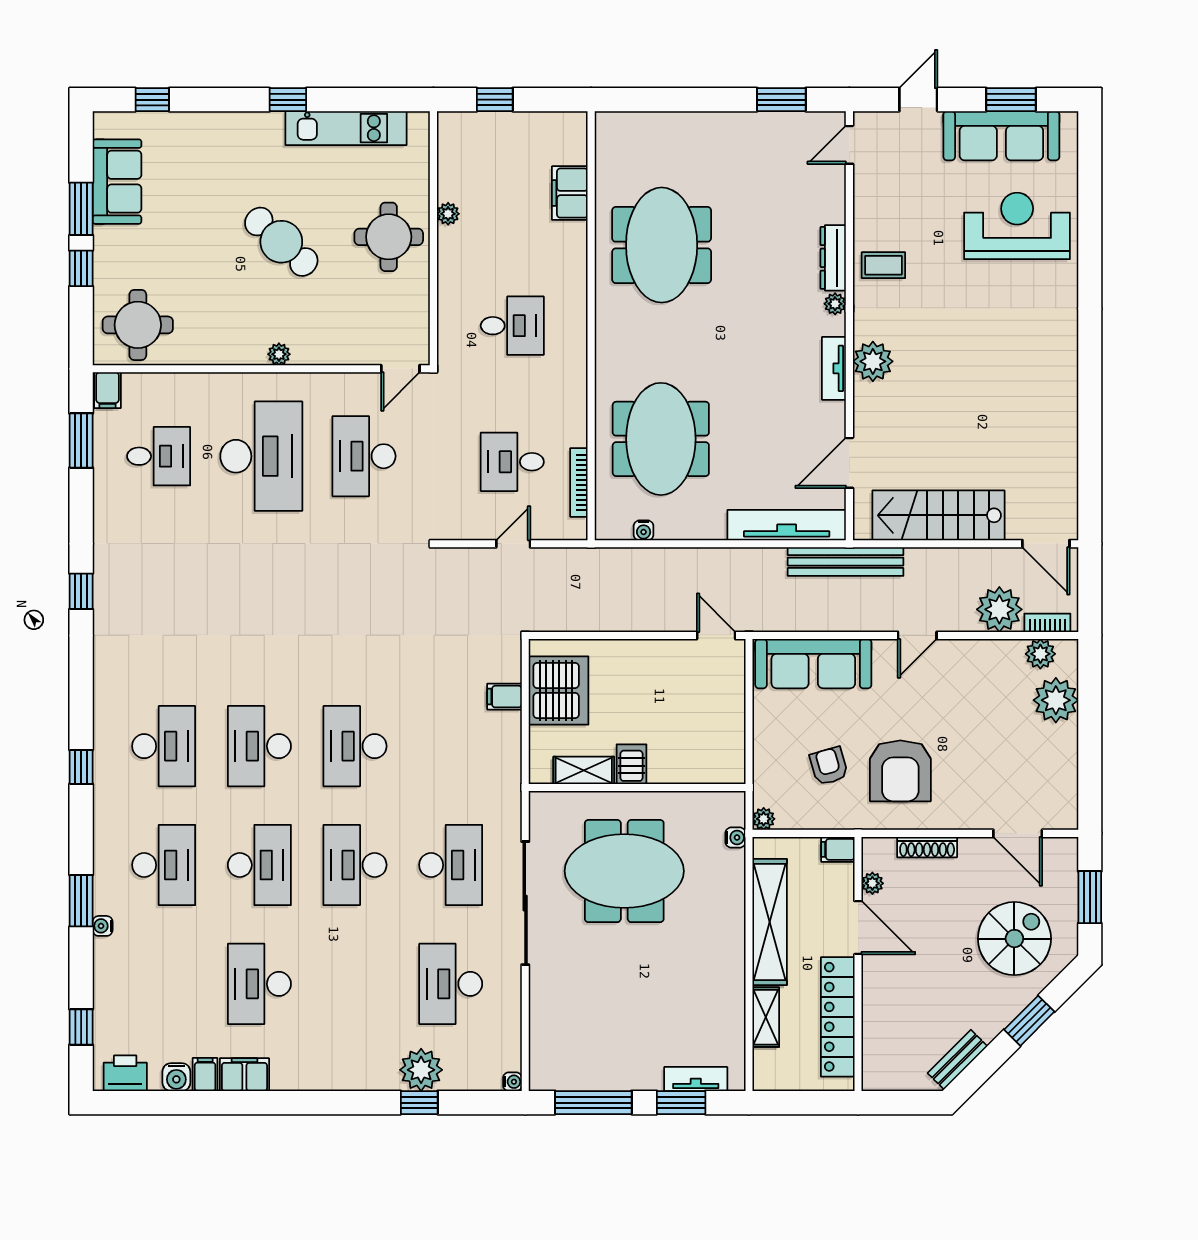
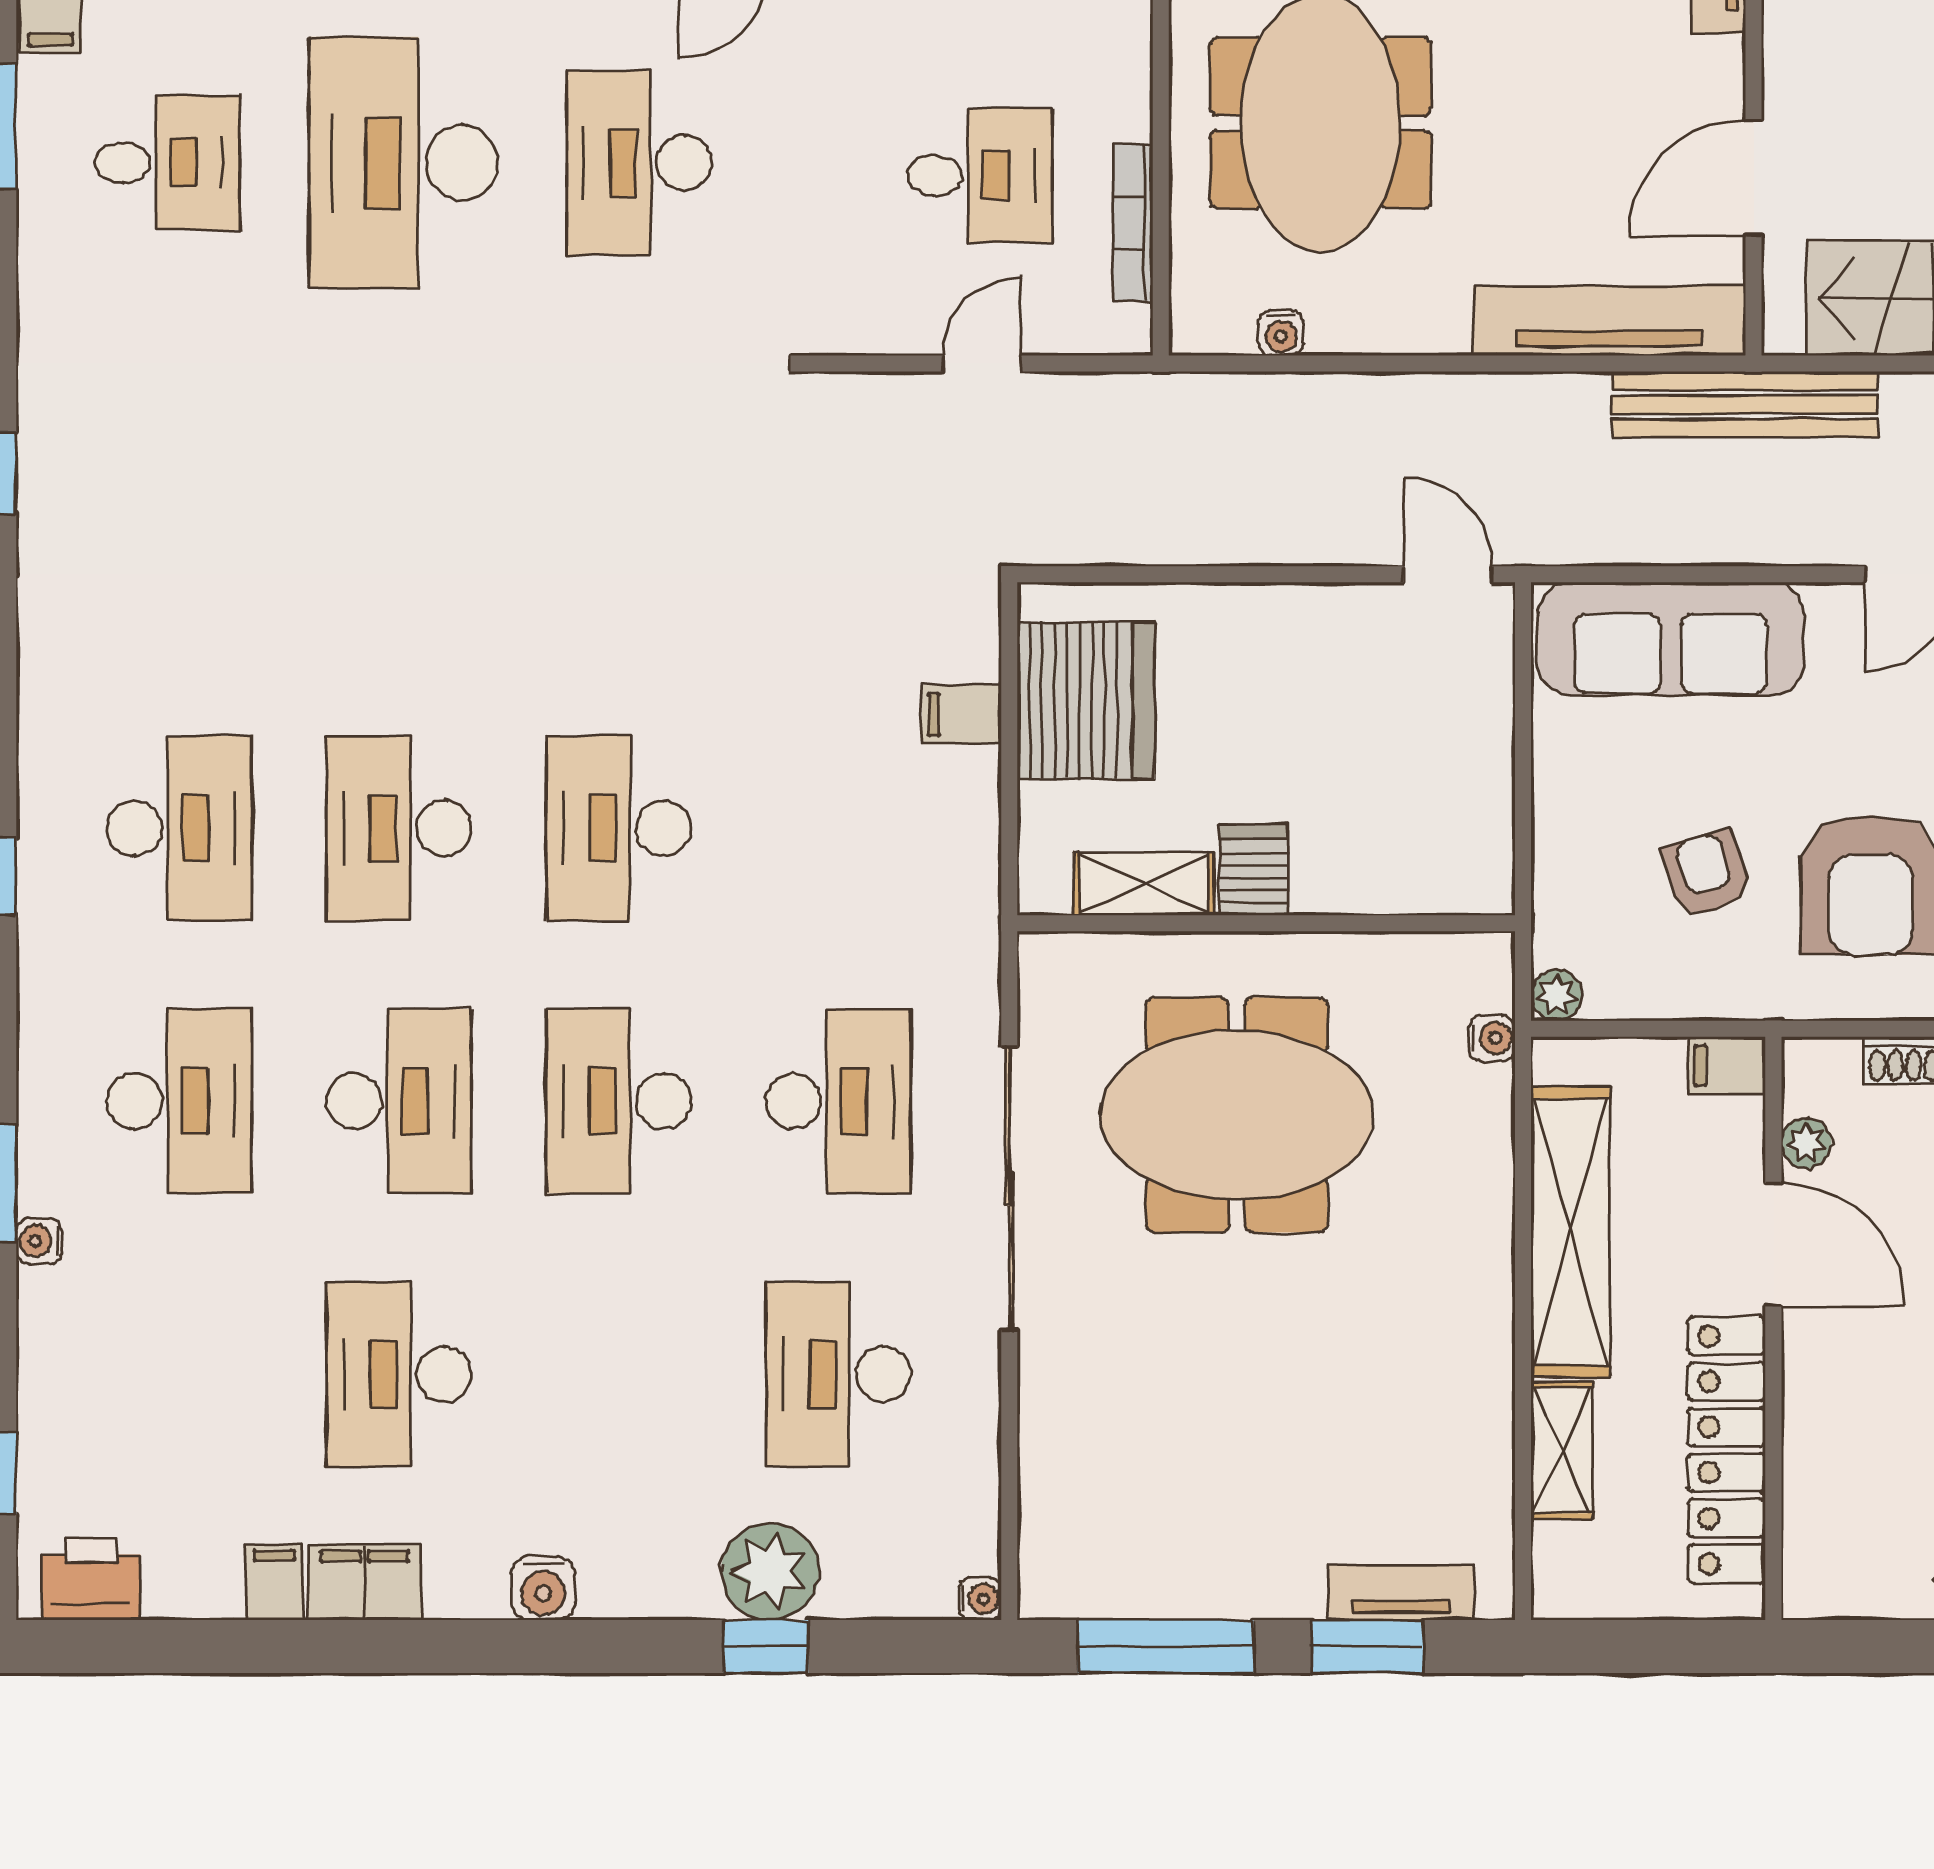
desk: (261, 456) -> (403, 163), turned 180
desk: (512, 462) -> (980, 175), turned 180
water cooler: (176, 1077) -> (543, 1588), moved

